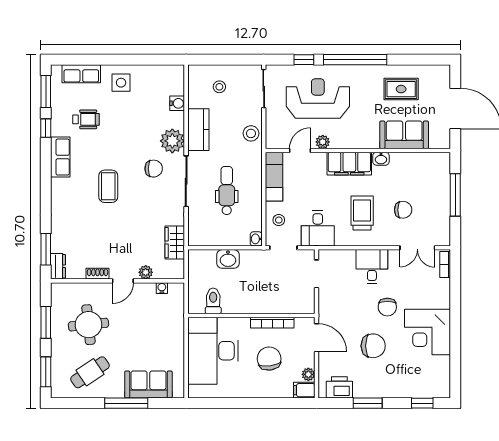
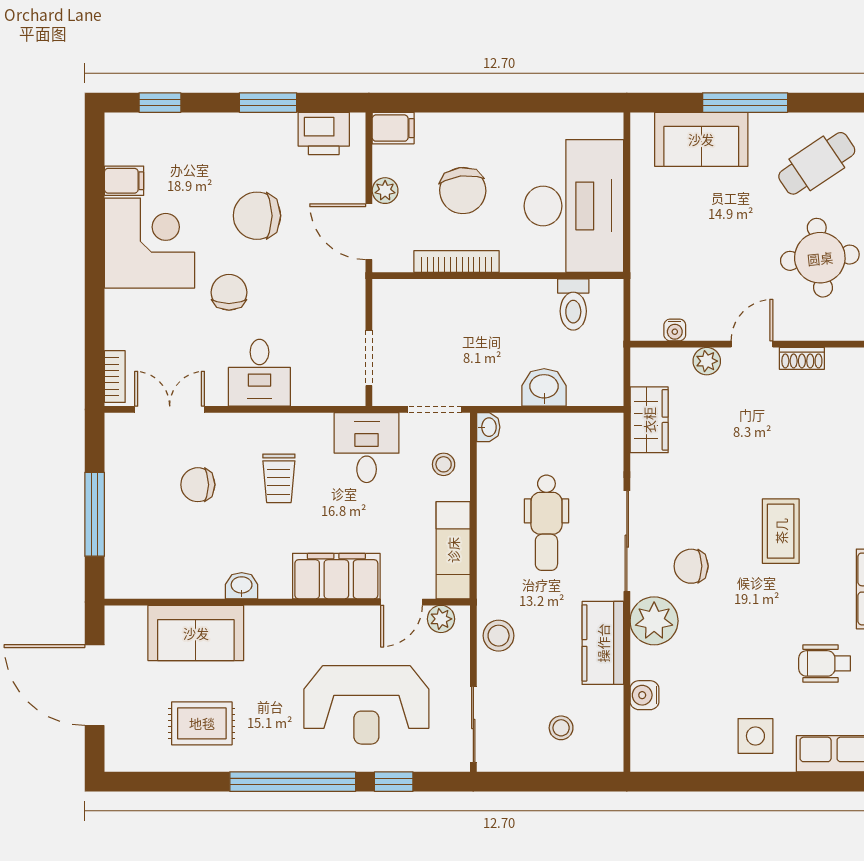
plant: (323, 142) -> (441, 619), moved
filing cabinet: (349, 164) -> (336, 576), moved
trolley: (362, 213) -> (279, 478), width x0.73, depth x0.72
filing cabinet: (440, 364) -> (124, 181), added
plant: (308, 374) -> (385, 191), moved

